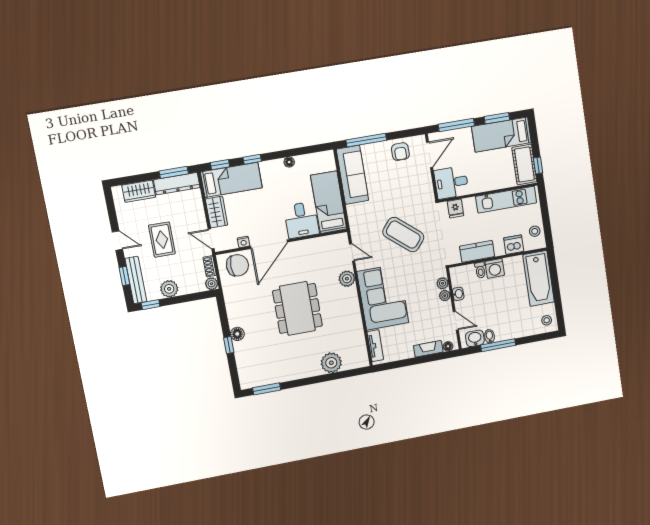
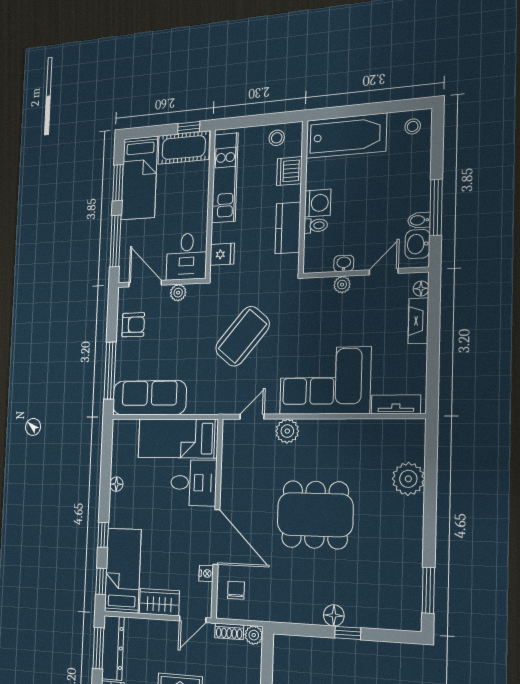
chair: (237, 265) -> (236, 590), width x0.54, depth x0.54
plant: (443, 283) -> (178, 293), moved

